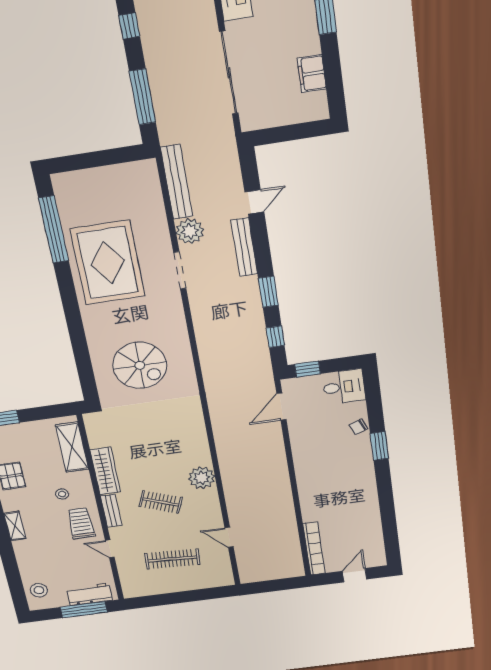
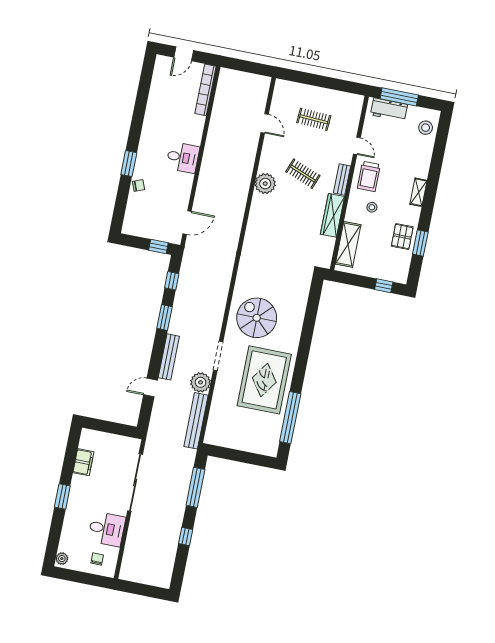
spiral stairs: (140, 365) -> (257, 318), moved
desk: (344, 387) -> (183, 158), moved, turned 180
clothes rail: (172, 559) -> (314, 119), width x0.73

